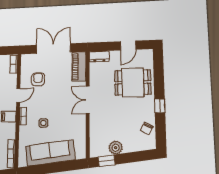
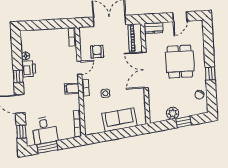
dining table: (133, 82) -> (180, 62), moved, turned 90
double door: (88, 100) -> (145, 70), width x1.37
sofa: (50, 153) -> (119, 120), width x0.73
window: (107, 161) -> (184, 122), moved

